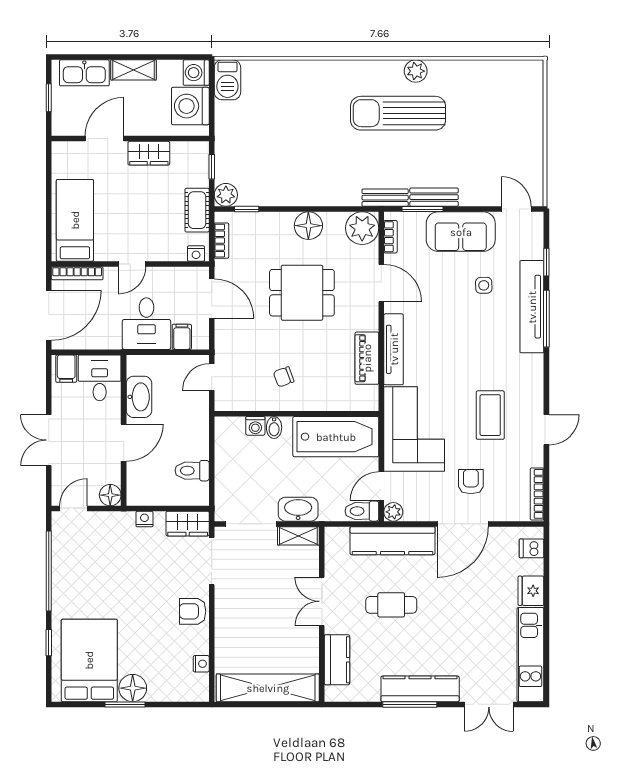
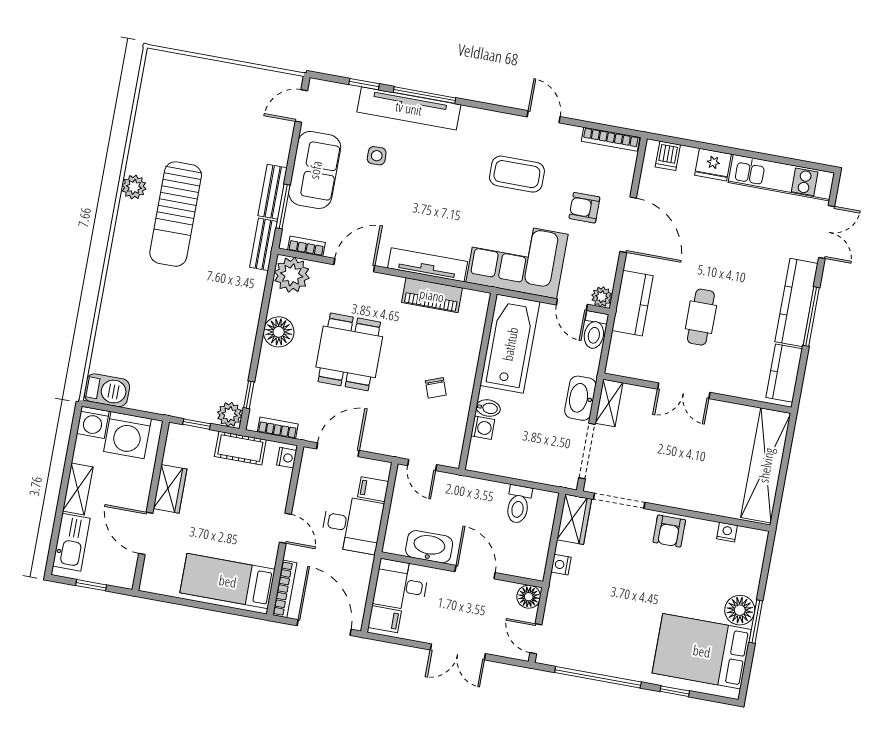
kitchen counter: (393, 541) -> (632, 303), width x0.67
kitchen counter: (337, 660) -> (784, 373), moved, turned -90

